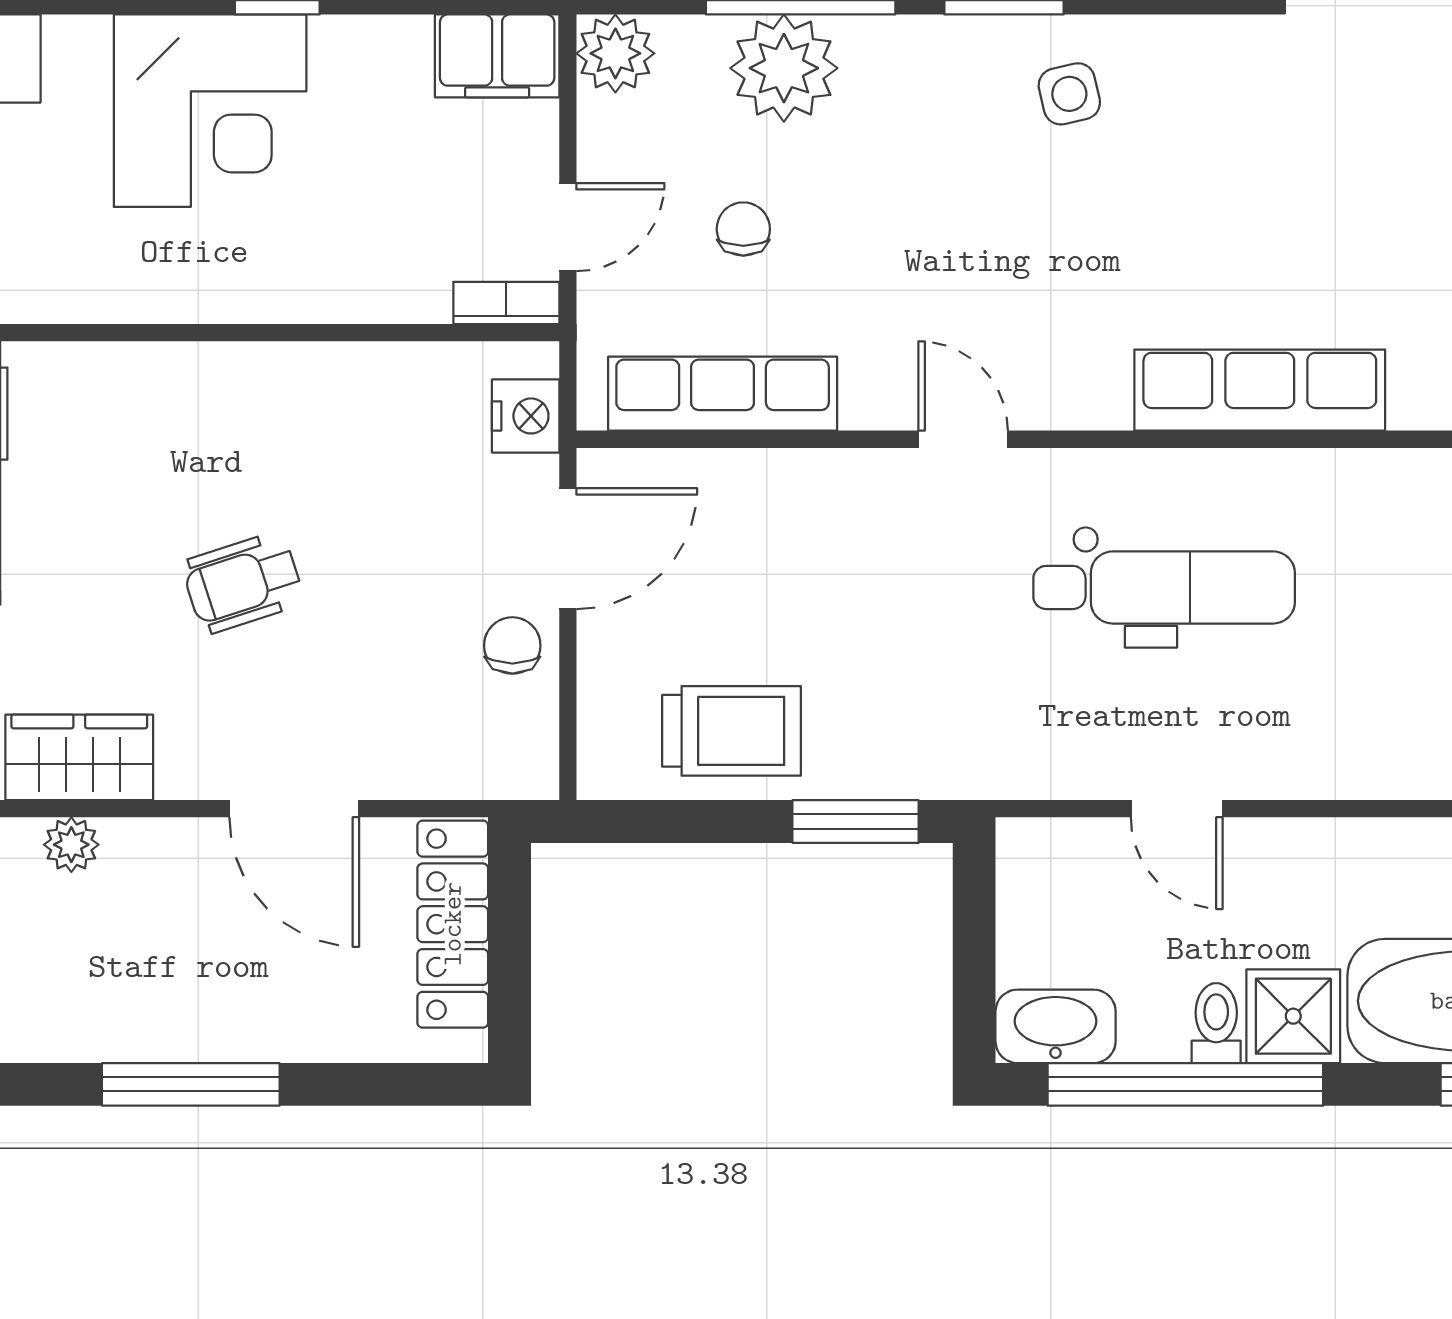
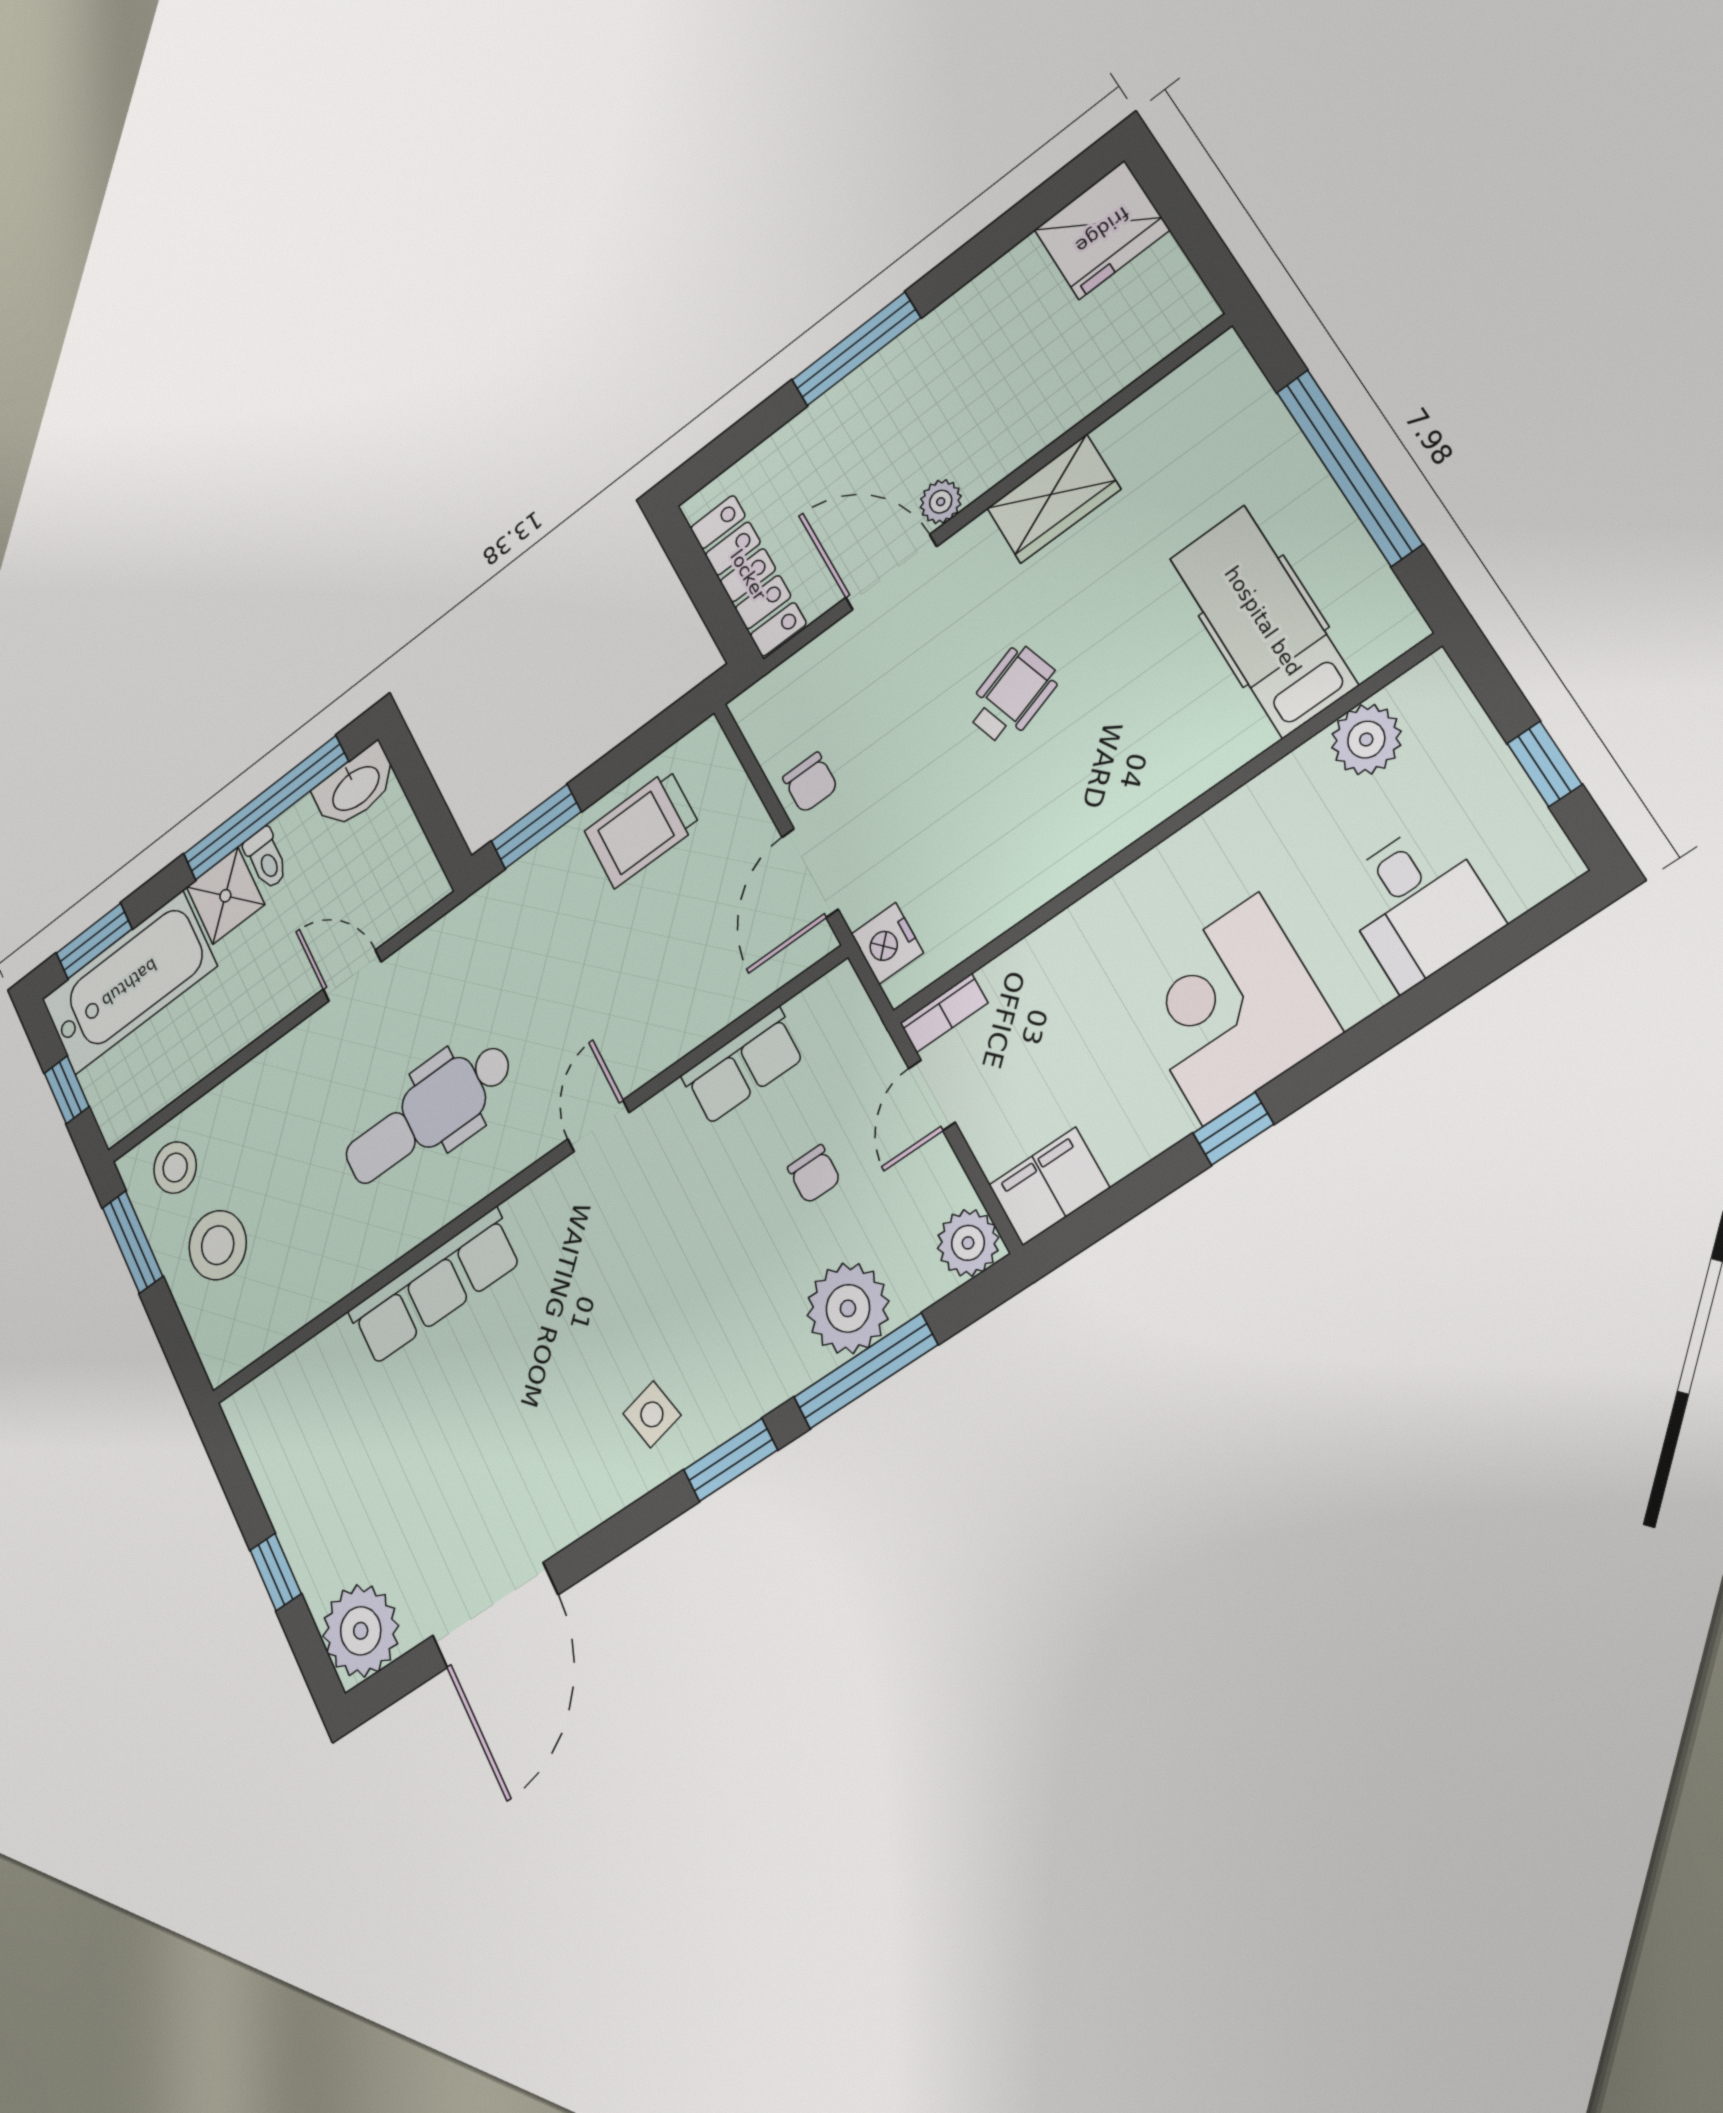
row of seats: (723, 394) -> (743, 1066), width x0.68
door: (963, 439) -> (598, 1126), swing flipped
plant: (71, 845) -> (941, 502), moved

